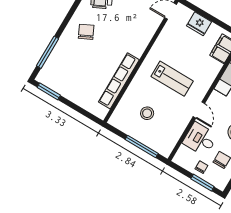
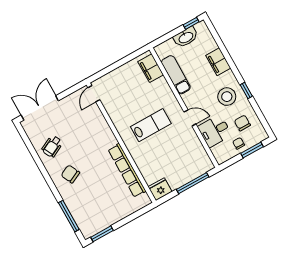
fridge: (199, 24) -> (160, 189), moved, turned 180
stool: (147, 113) -> (168, 163), removed

